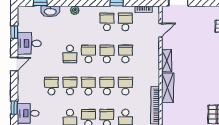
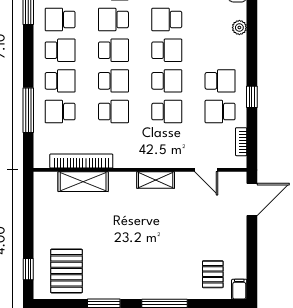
school desk: (125, 22) -> (220, 112), turned 180
school desk: (70, 86) -> (113, 20), turned 180
shelving: (168, 88) -> (83, 182), moved

